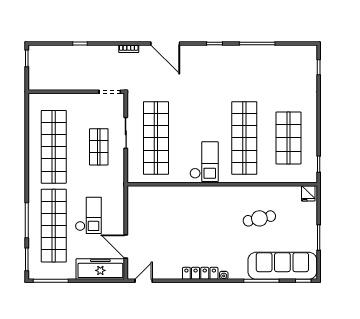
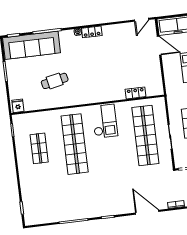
shop shelf: (288, 138) -> (39, 148), width x0.70, depth x0.74
checkout: (204, 162) -> (105, 121), turned 180
locker: (162, 192) -> (136, 93), added
locker: (200, 273) -> (92, 32), width x0.66

